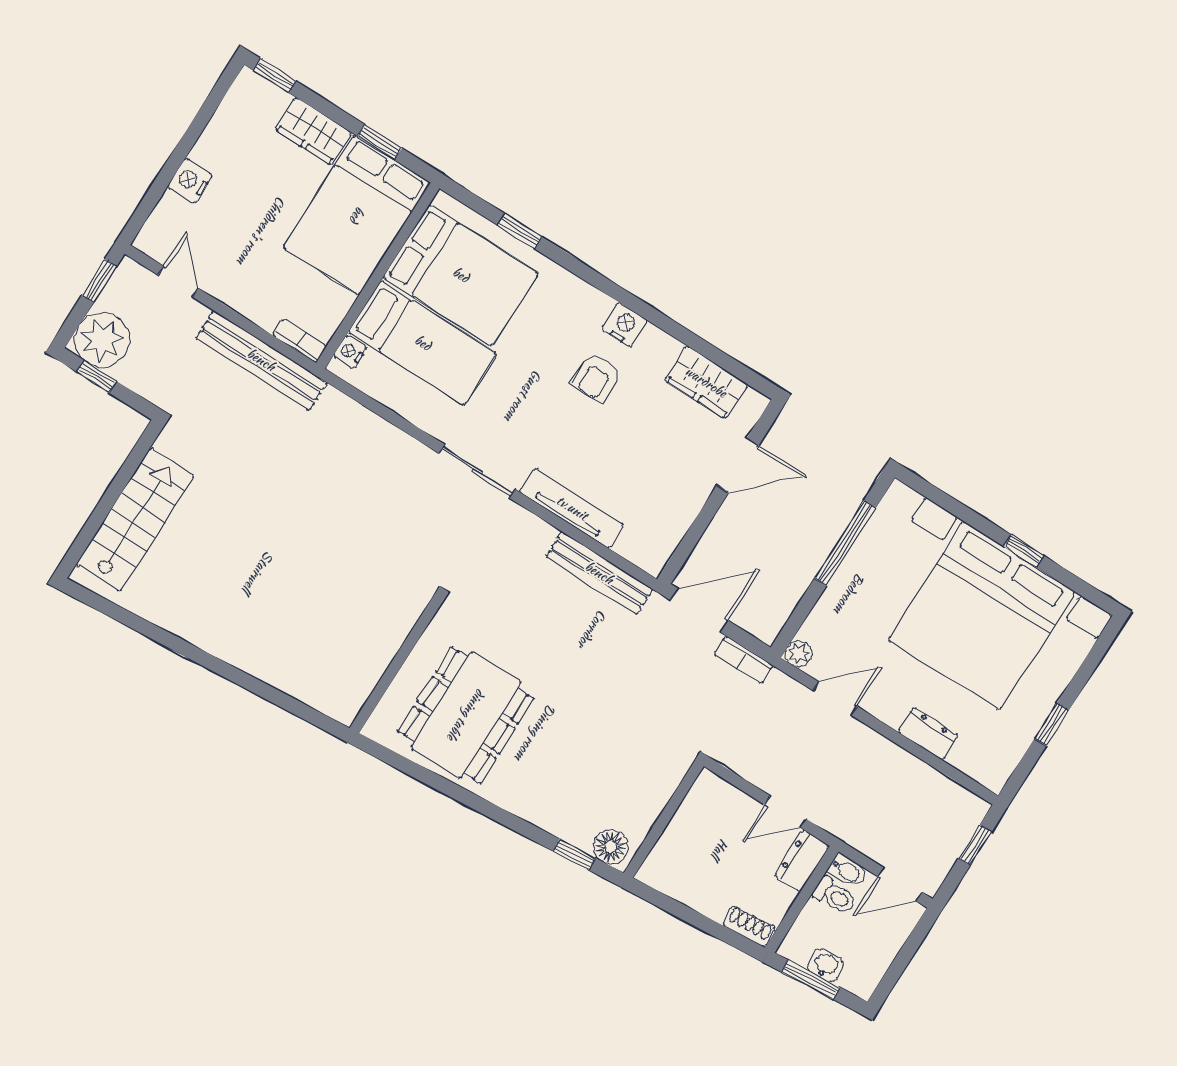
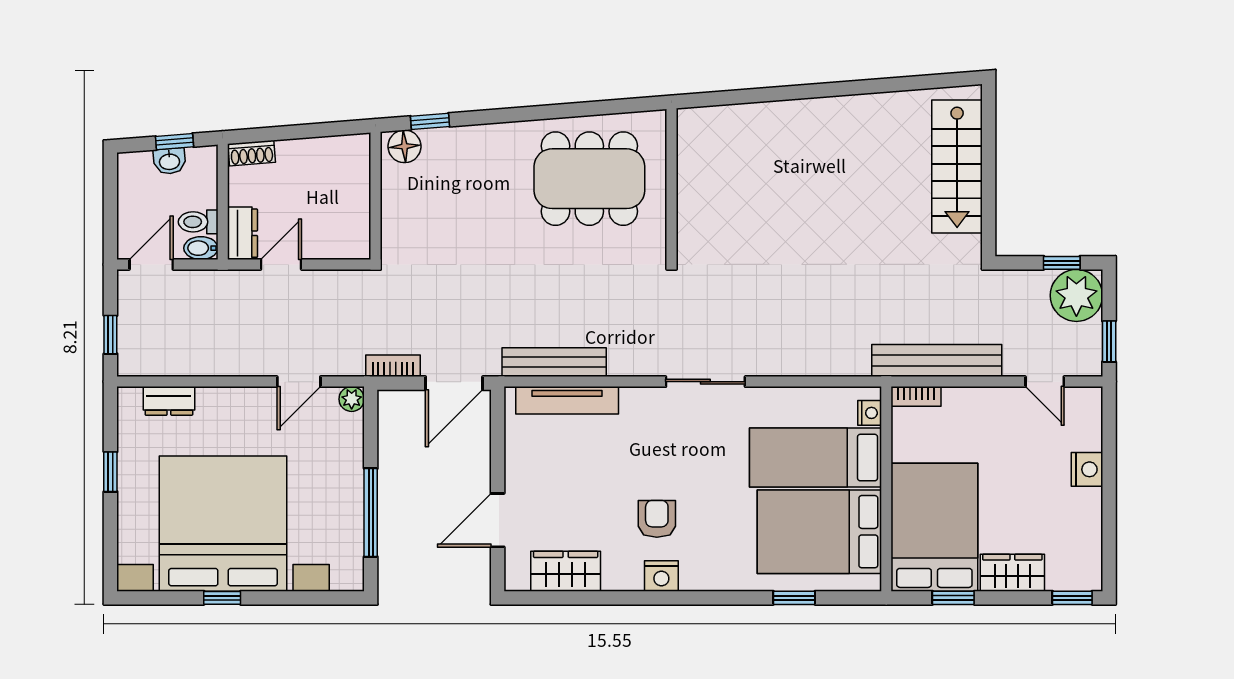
tv unit: (572, 508) -> (567, 400), moved
dining table: (466, 715) -> (589, 179), turned 90
dresser: (928, 734) -> (169, 401), moved
window: (811, 980) -> (174, 142), width x0.67

